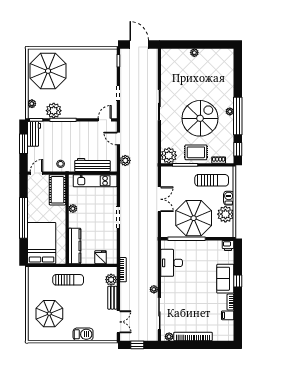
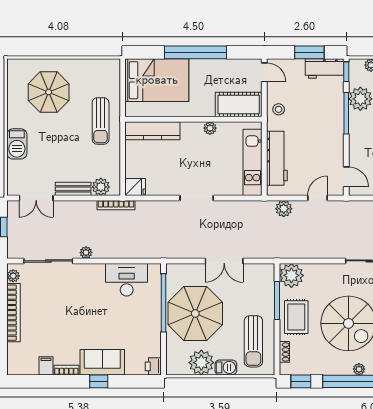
fridge: (101, 257) -> (135, 187), moved

